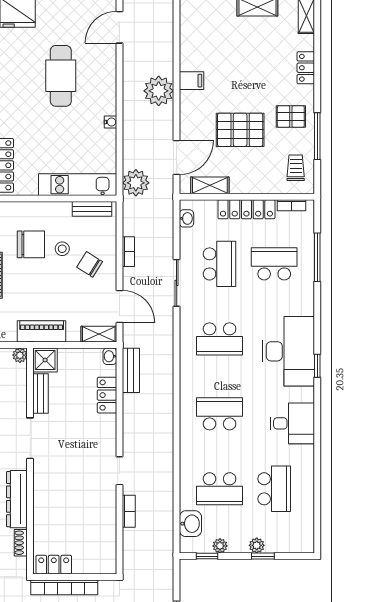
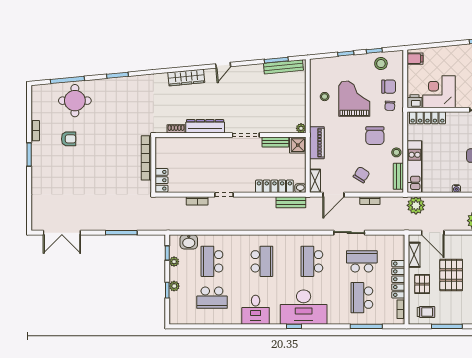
pallet: (291, 117) -> (422, 284), moved
washbasin: (186, 218) -> (392, 239), removed
stool: (62, 249) -> (396, 152), moved
school desk: (220, 264) -> (362, 261), turned 180
school desk: (274, 264) -> (362, 298), turned 180
locker: (107, 395) -> (274, 186), width x1.53
locker: (54, 565) -> (161, 180), moved

